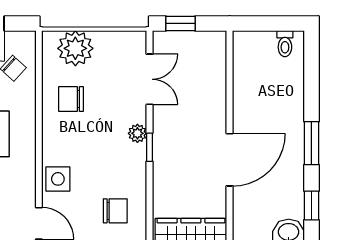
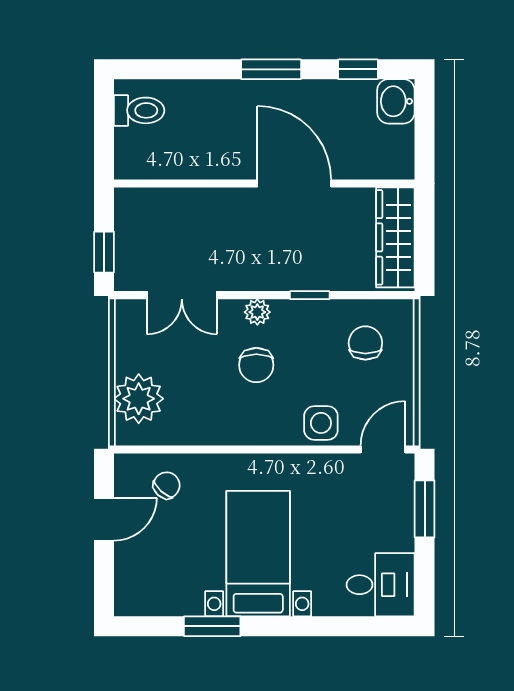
toilet: (285, 44) -> (139, 110), width x1.37, depth x1.39
double door: (150, 79) -> (182, 295), swing flipped
chair: (71, 99) -> (256, 365), moved
window: (150, 147) -> (310, 295), moved

